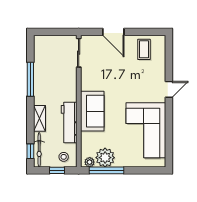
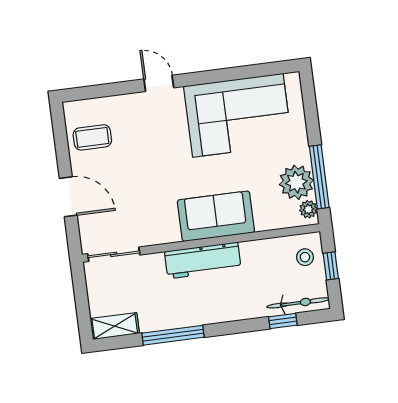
door: (113, 32) -> (68, 197), hinge flipped
shelving: (40, 118) -> (115, 326), moved
workbench: (69, 122) -> (203, 260), moved
window: (30, 151) -> (283, 321), moved

